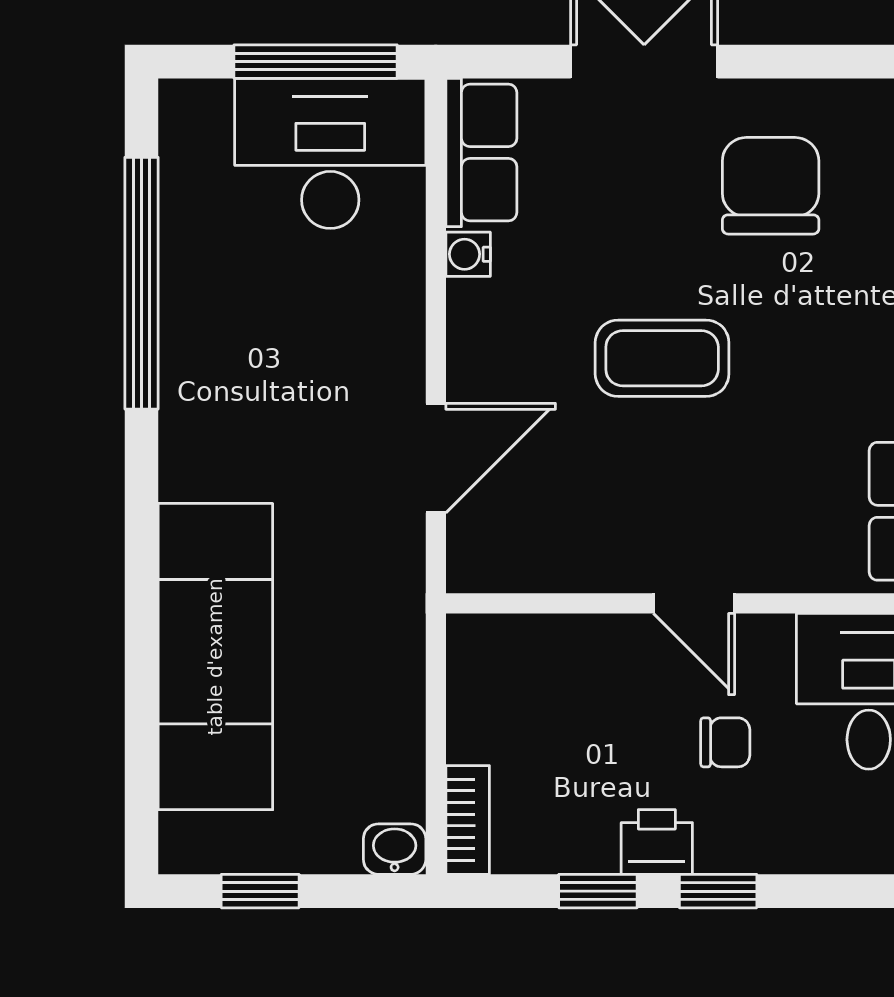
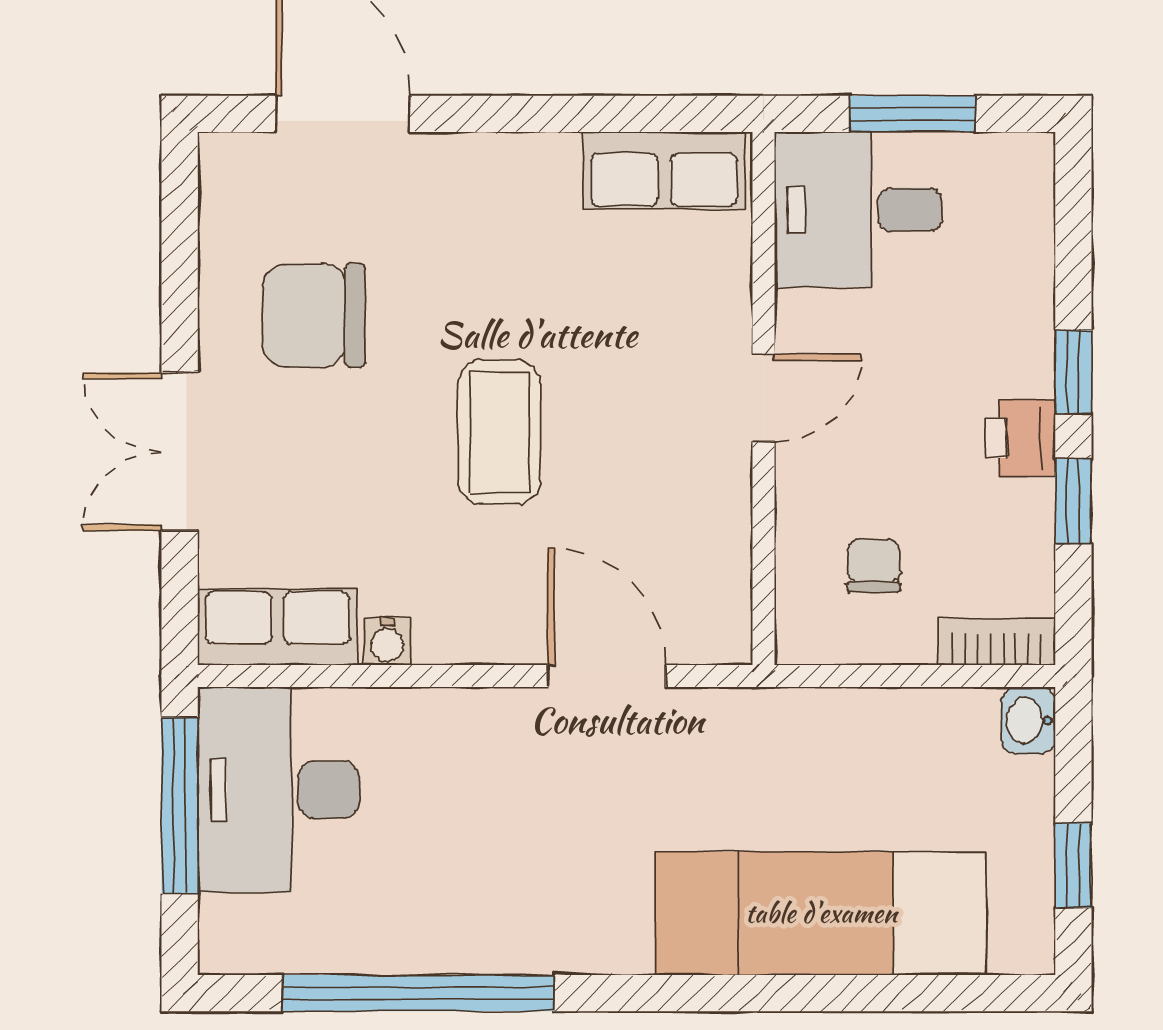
chair: (725, 742) -> (874, 566), moved

